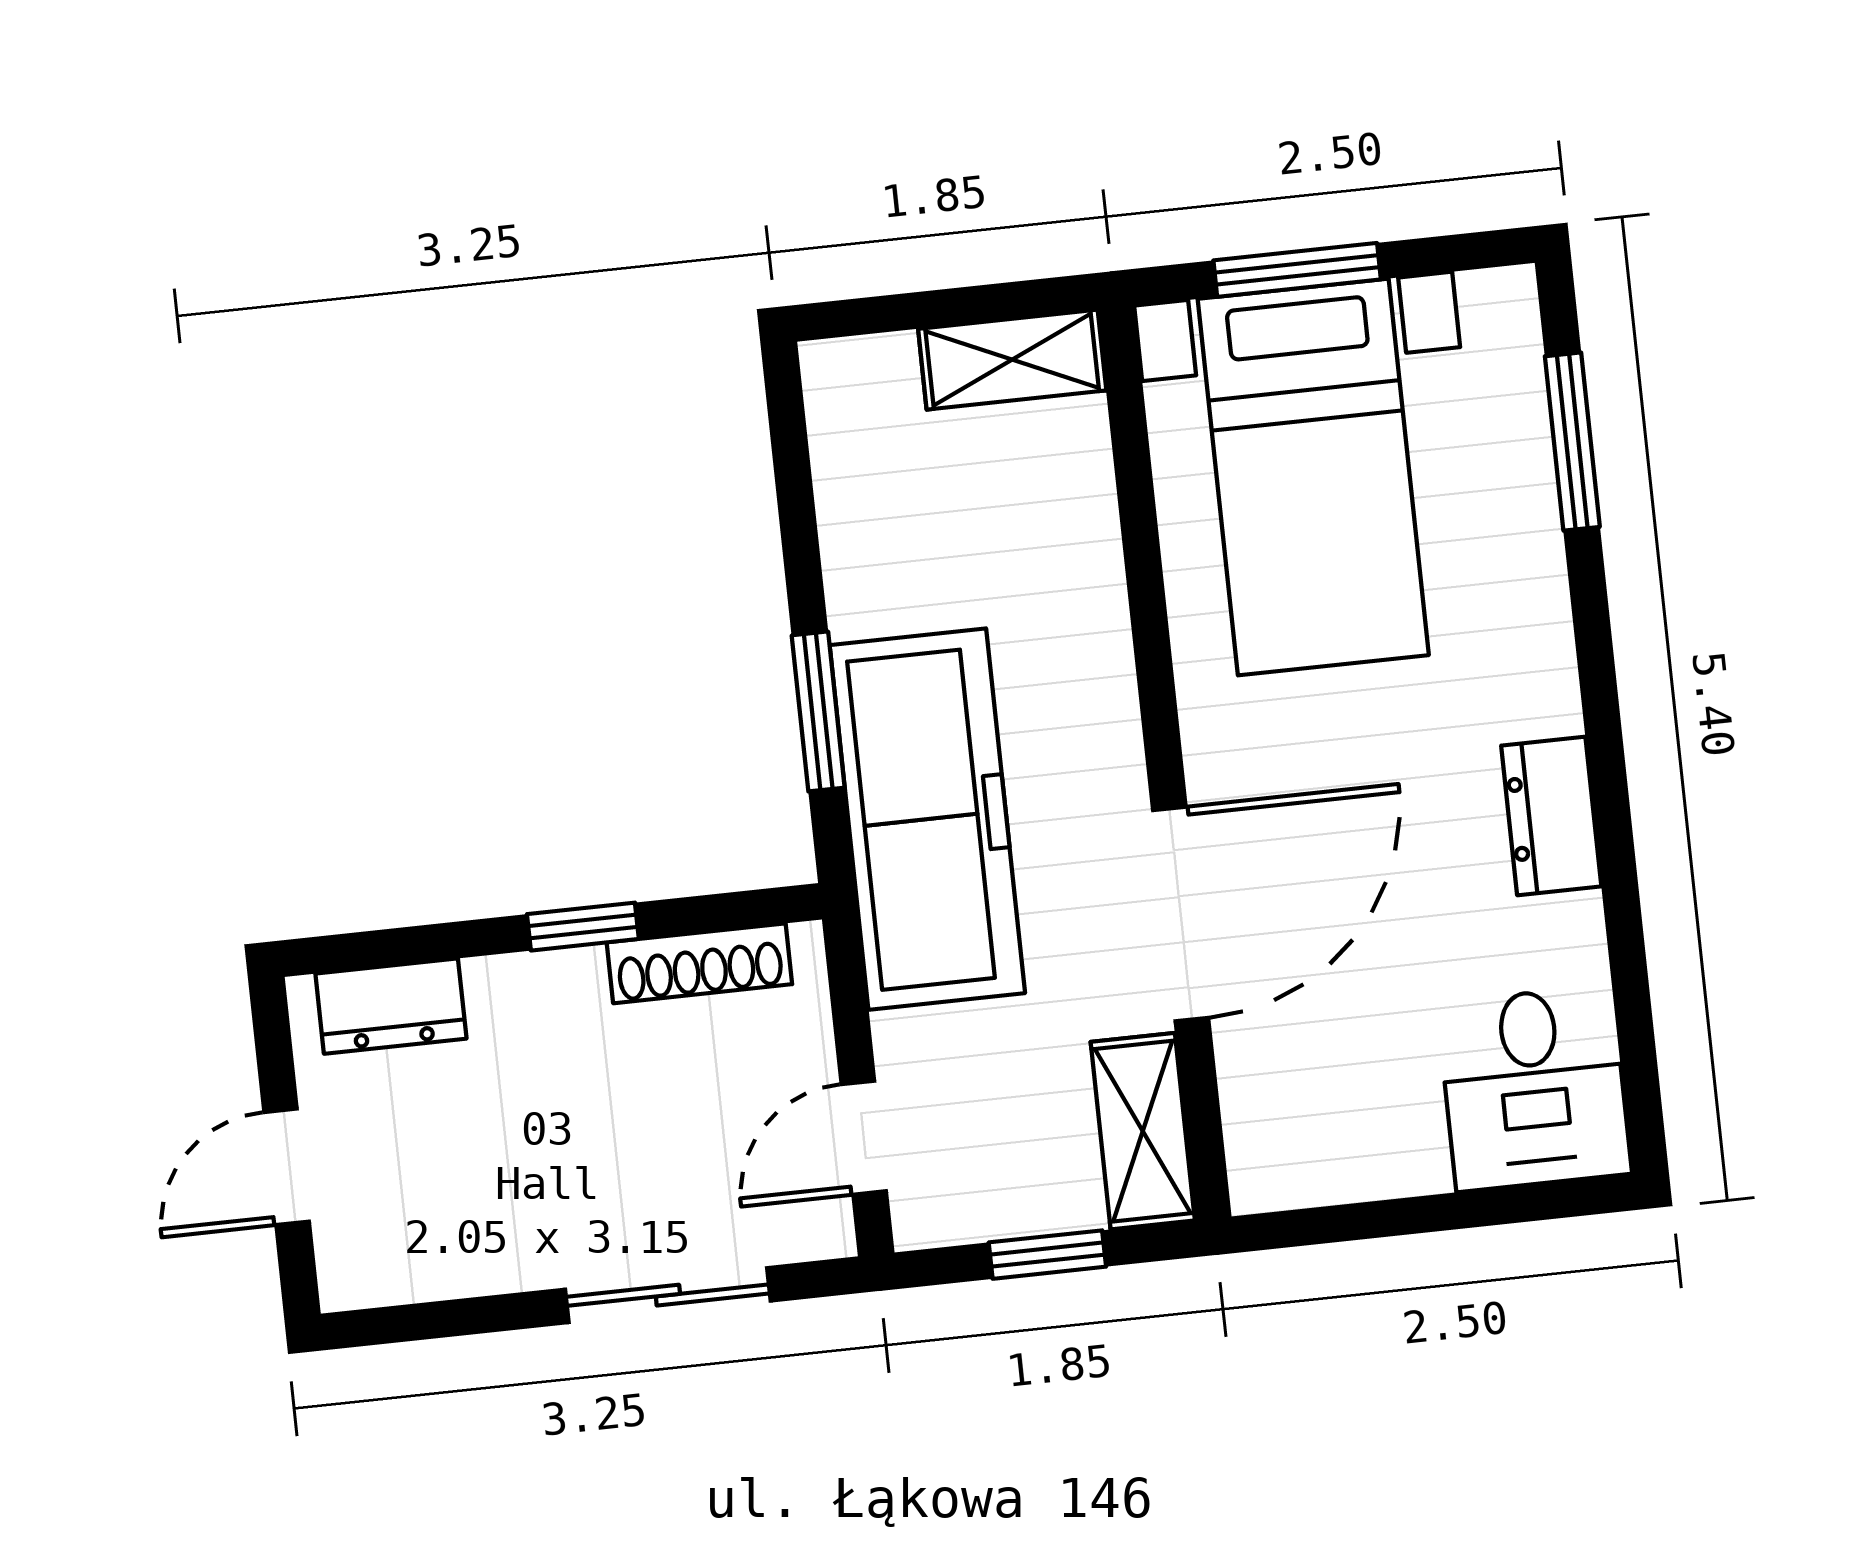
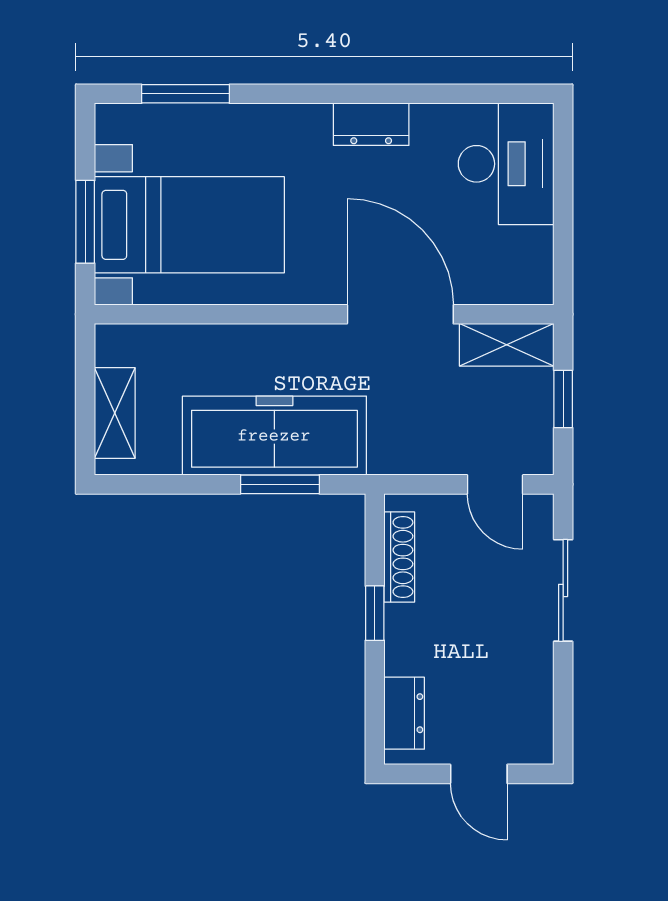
shelving: (1012, 360) -> (115, 413), moved
freezer: (927, 819) -> (274, 436), moved
desk: (1534, 1088) -> (506, 164), width x1.37

